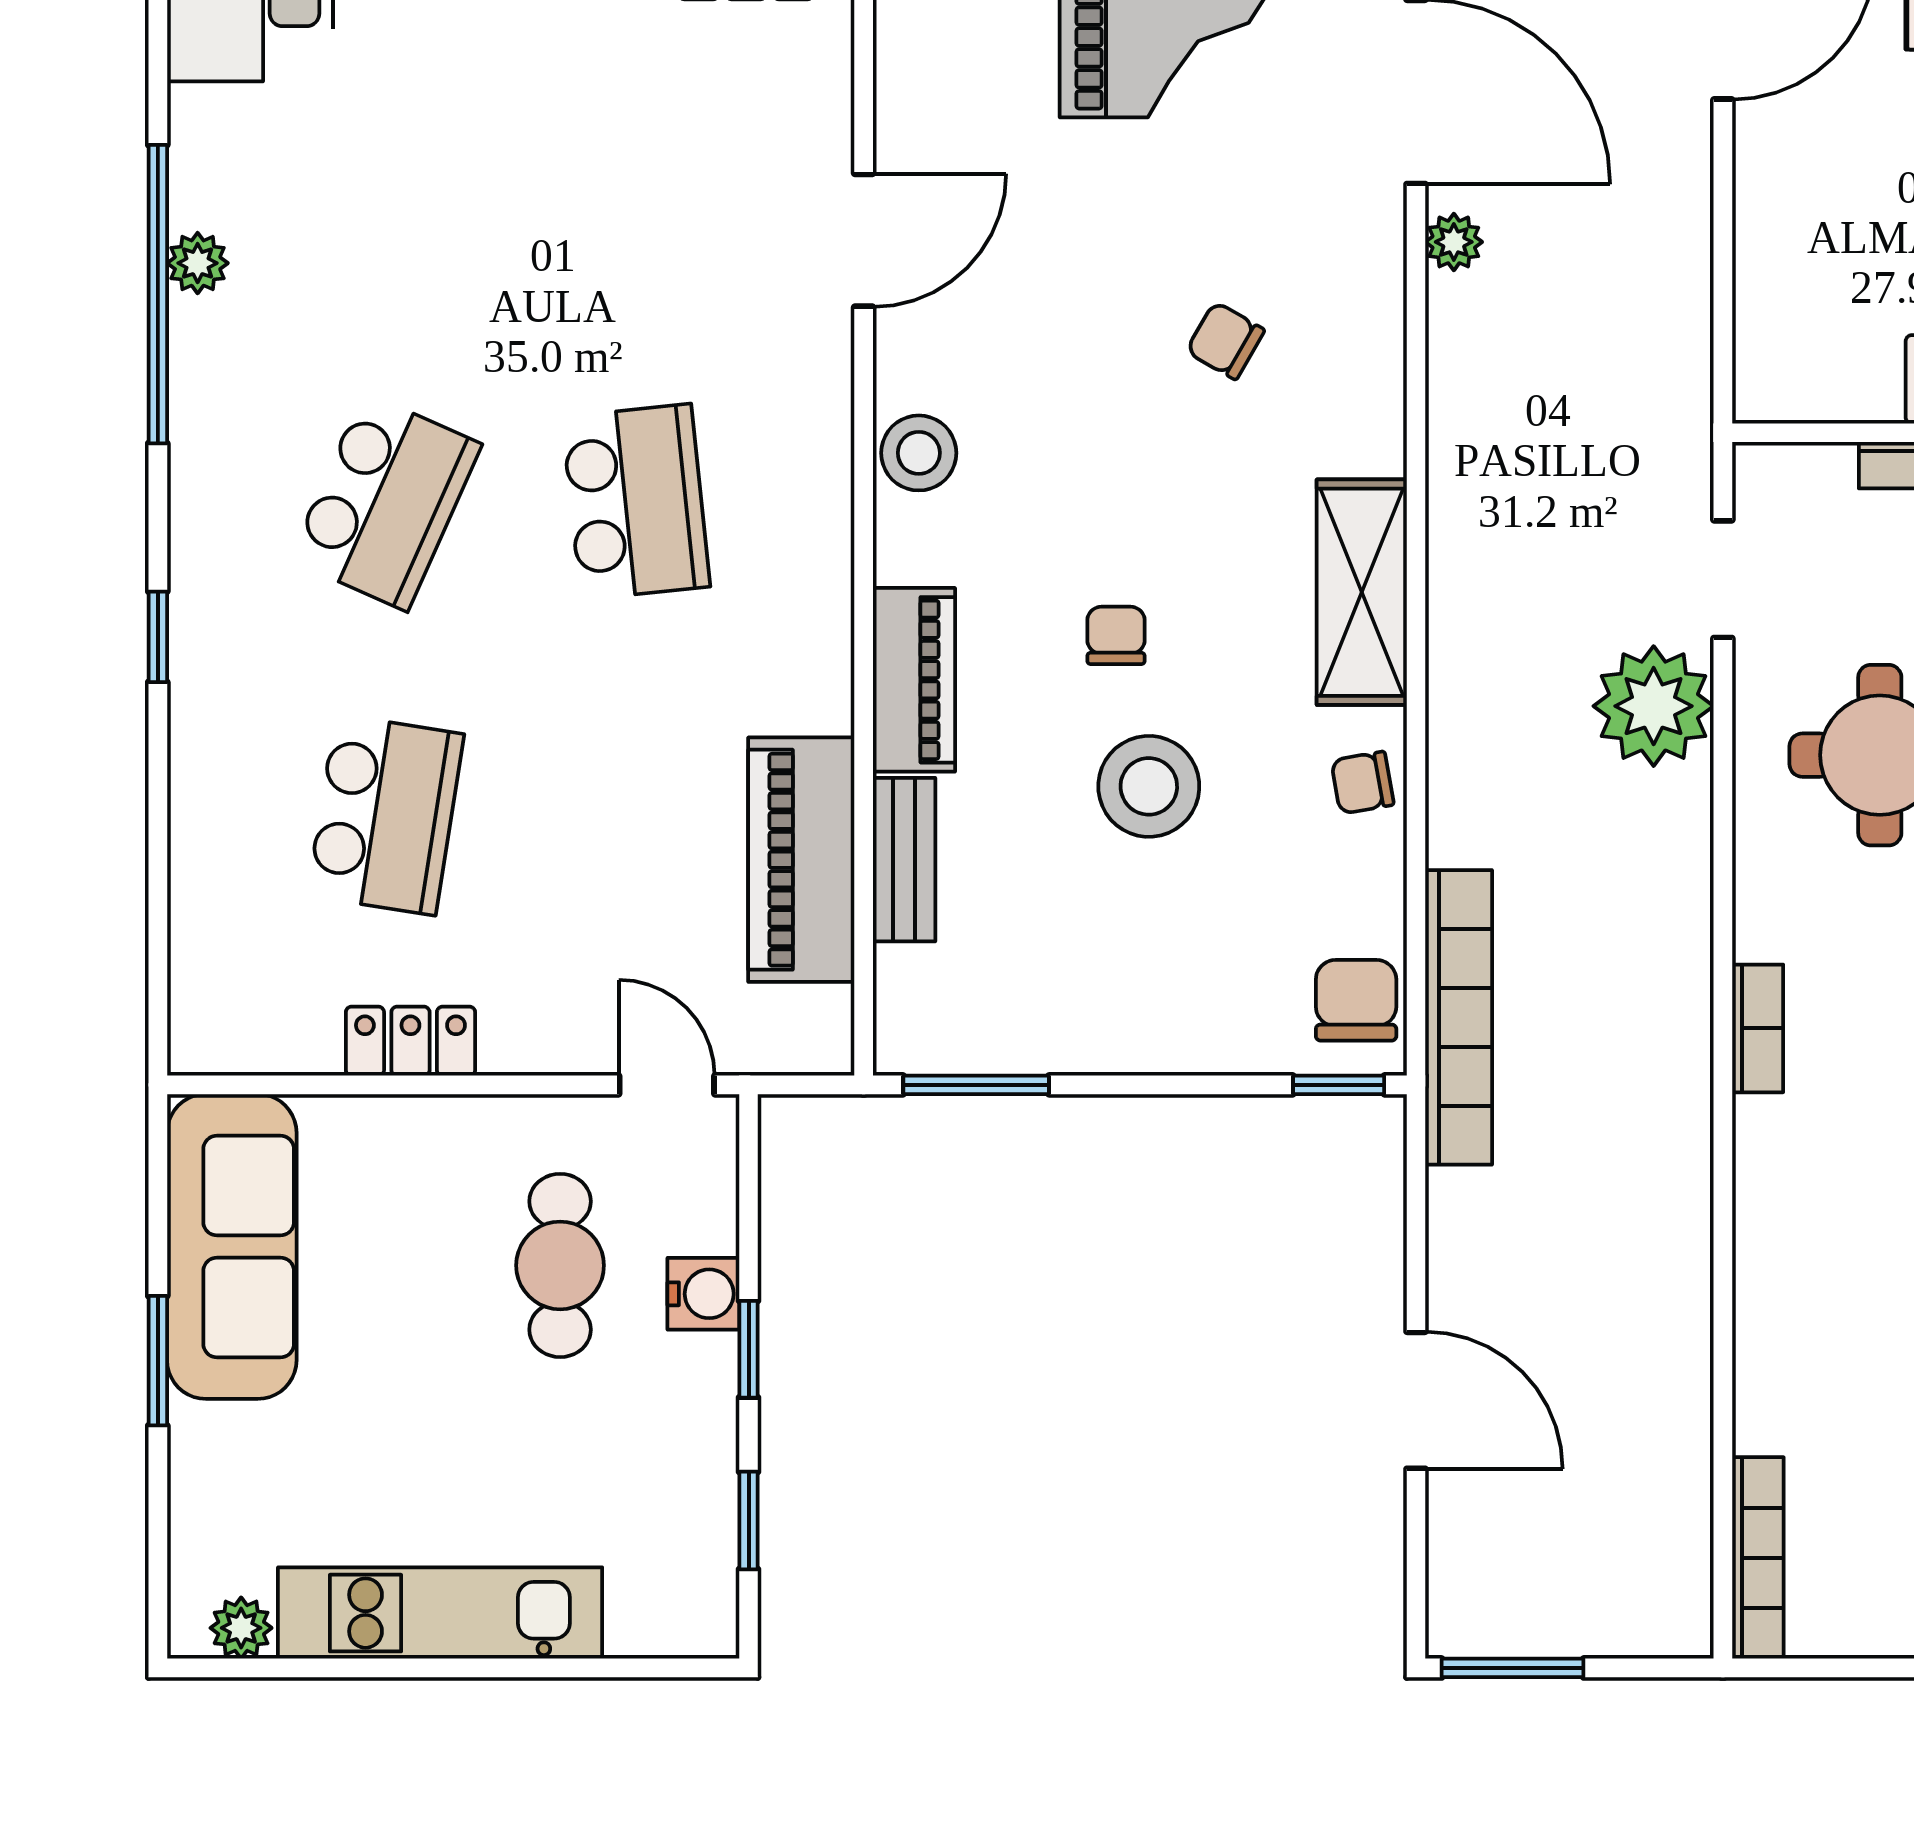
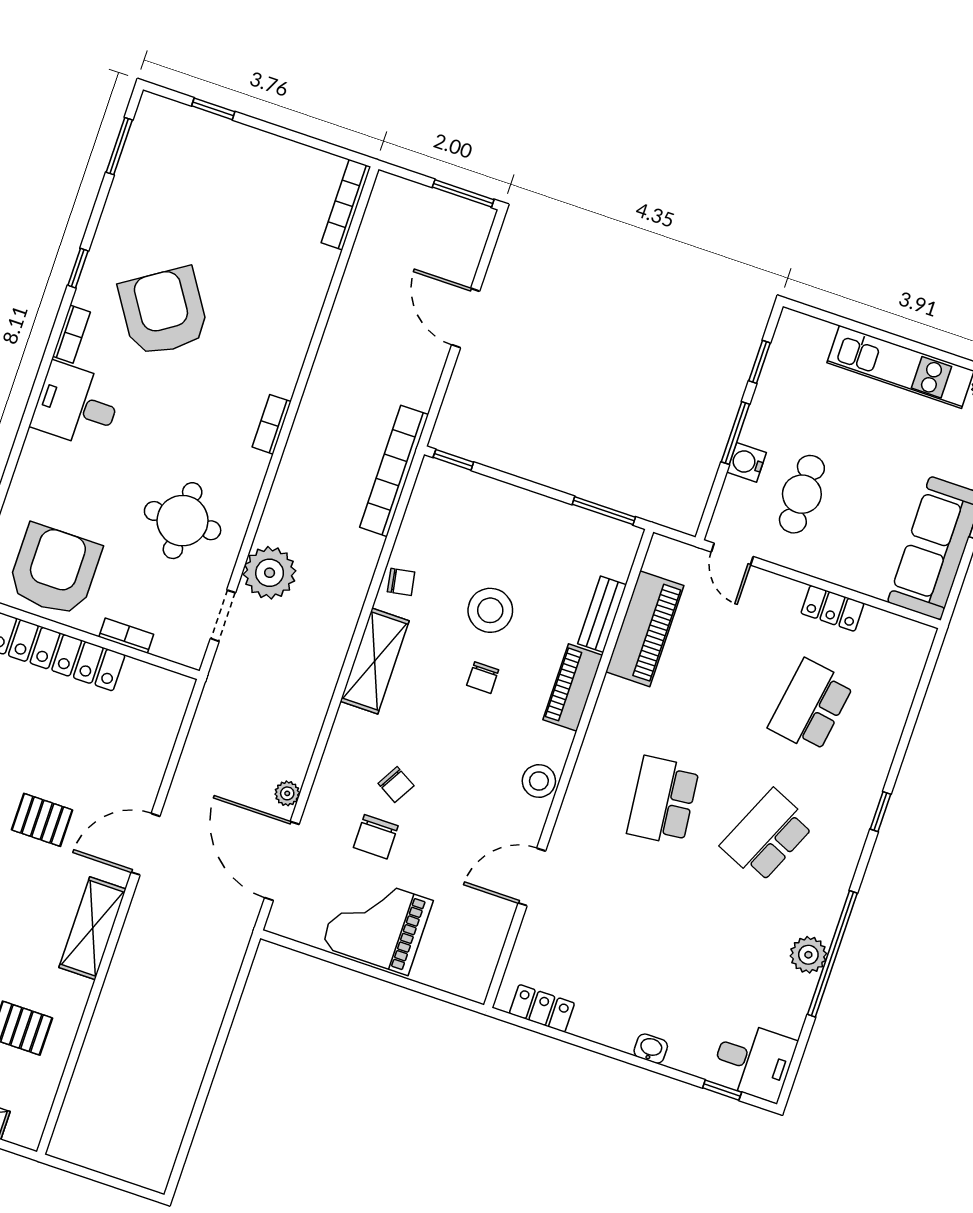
plant: (198, 263) -> (808, 955), width x1.38, depth x1.38
chair: (1356, 1000) -> (376, 837), moved
window: (749, 1349) -> (735, 433), width x1.50

